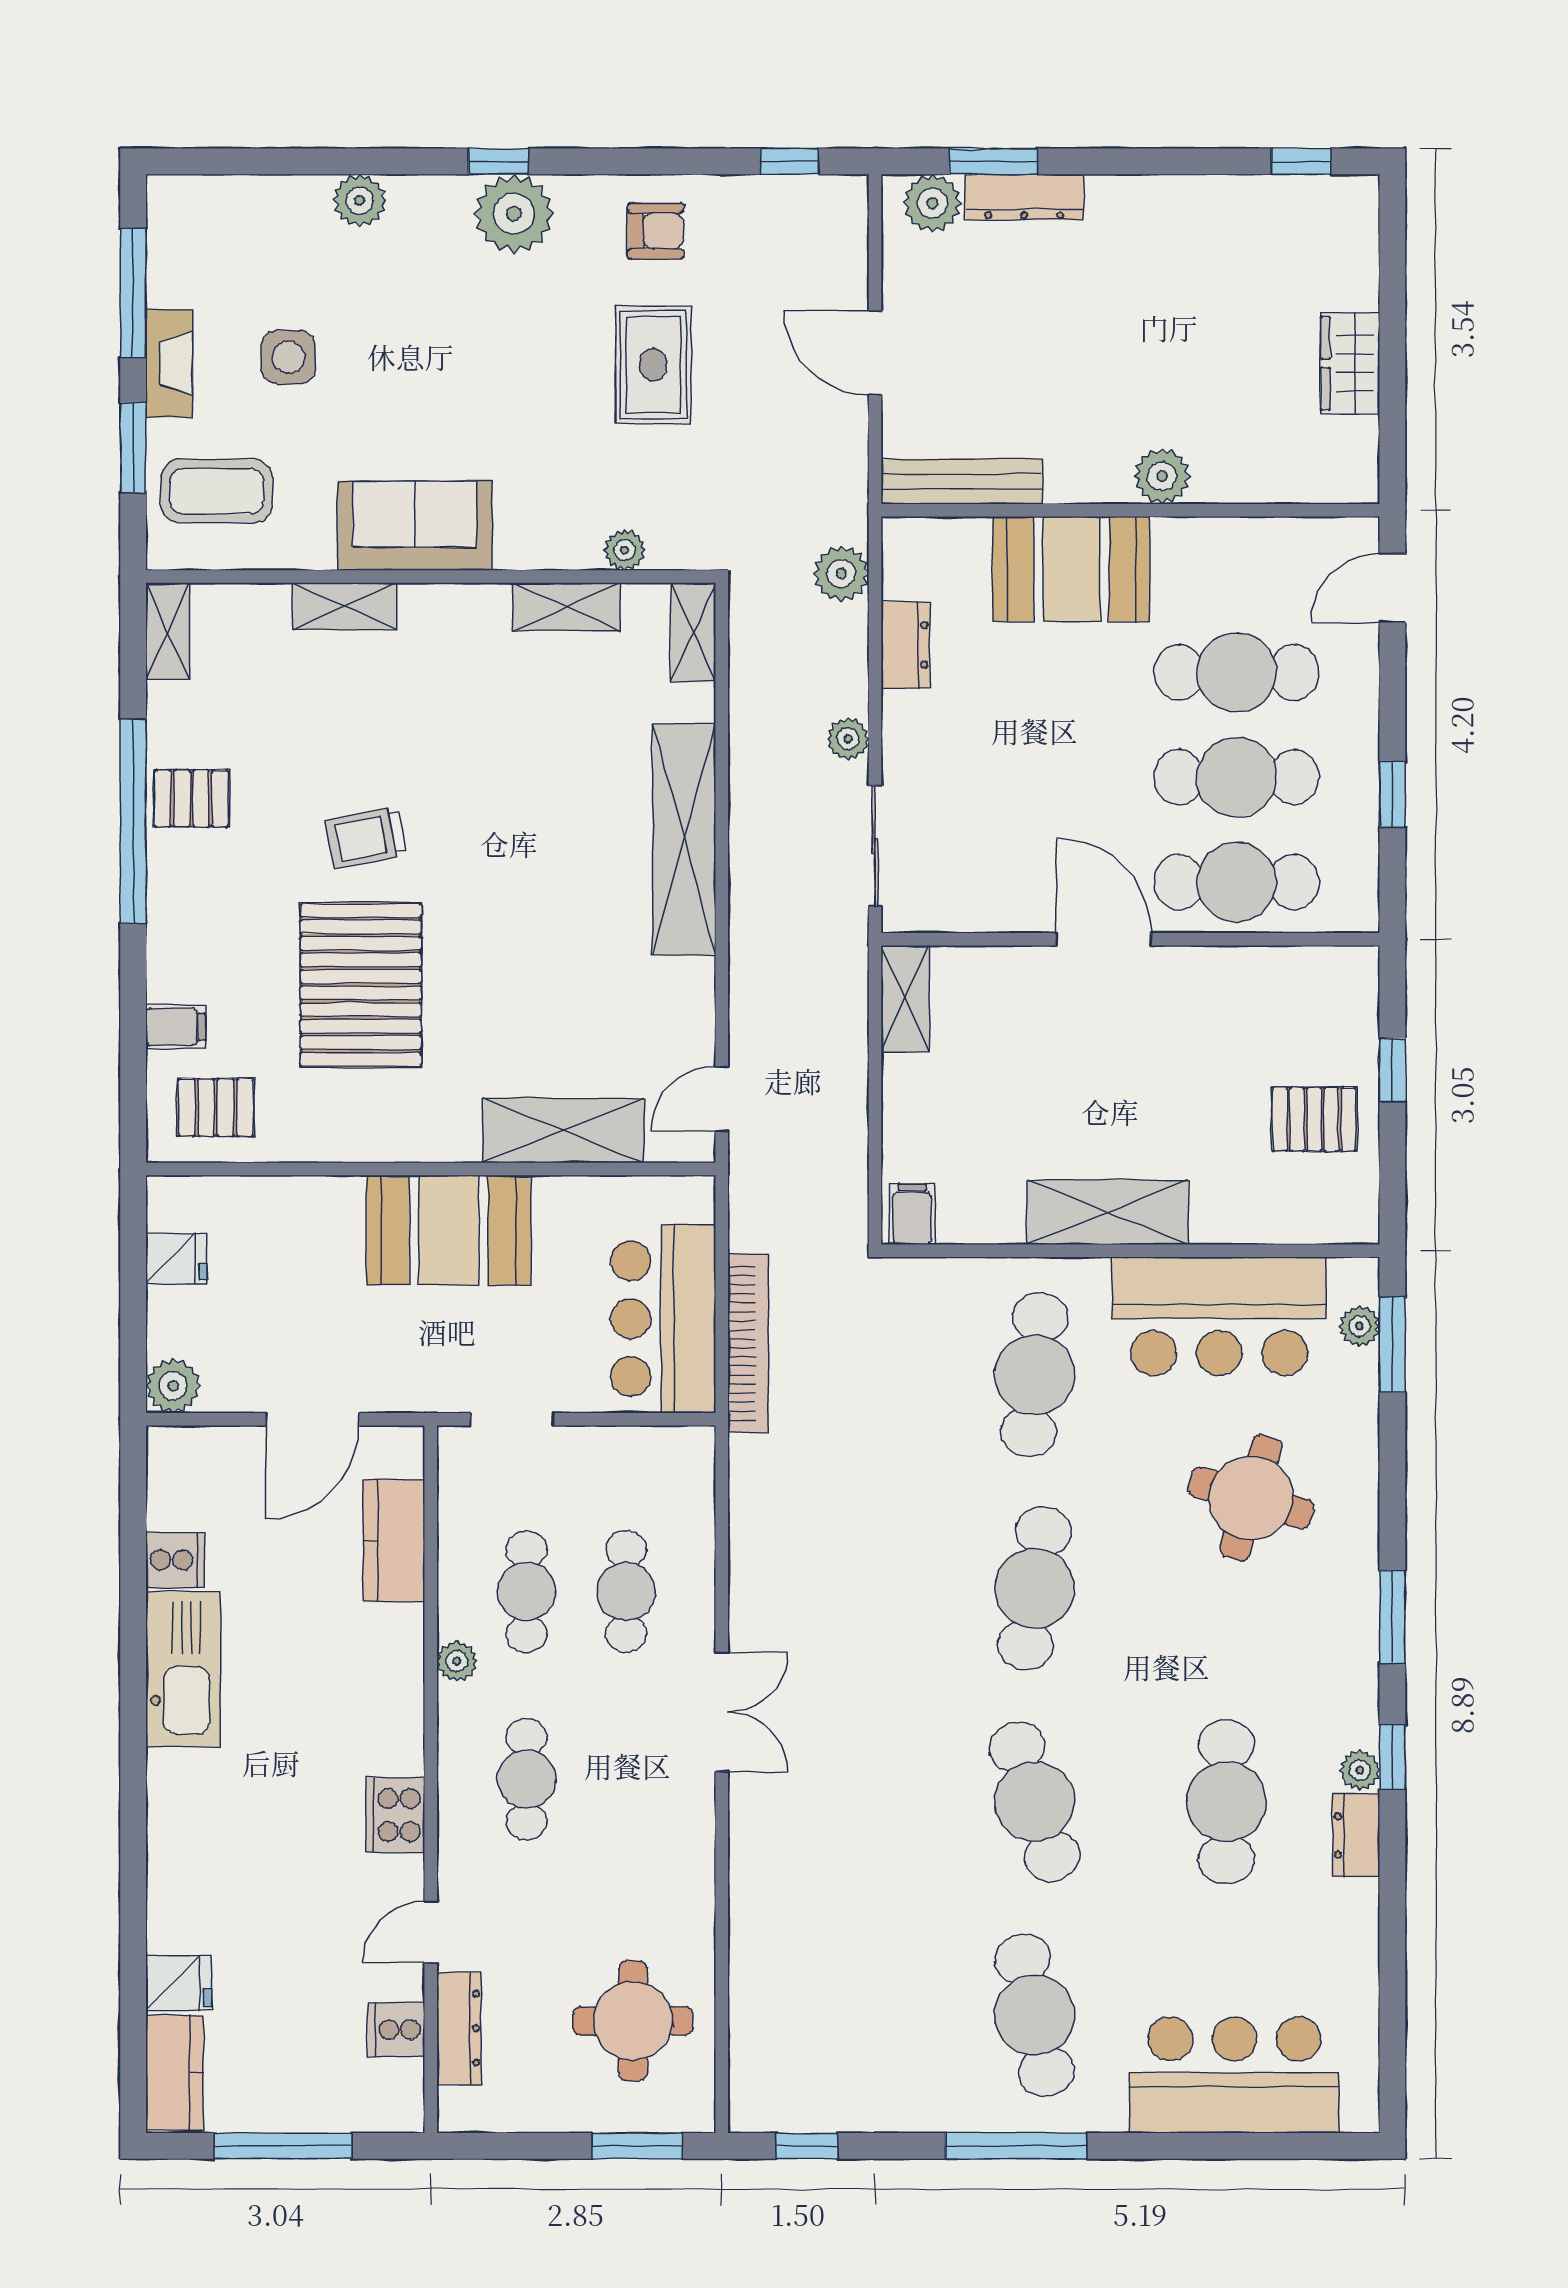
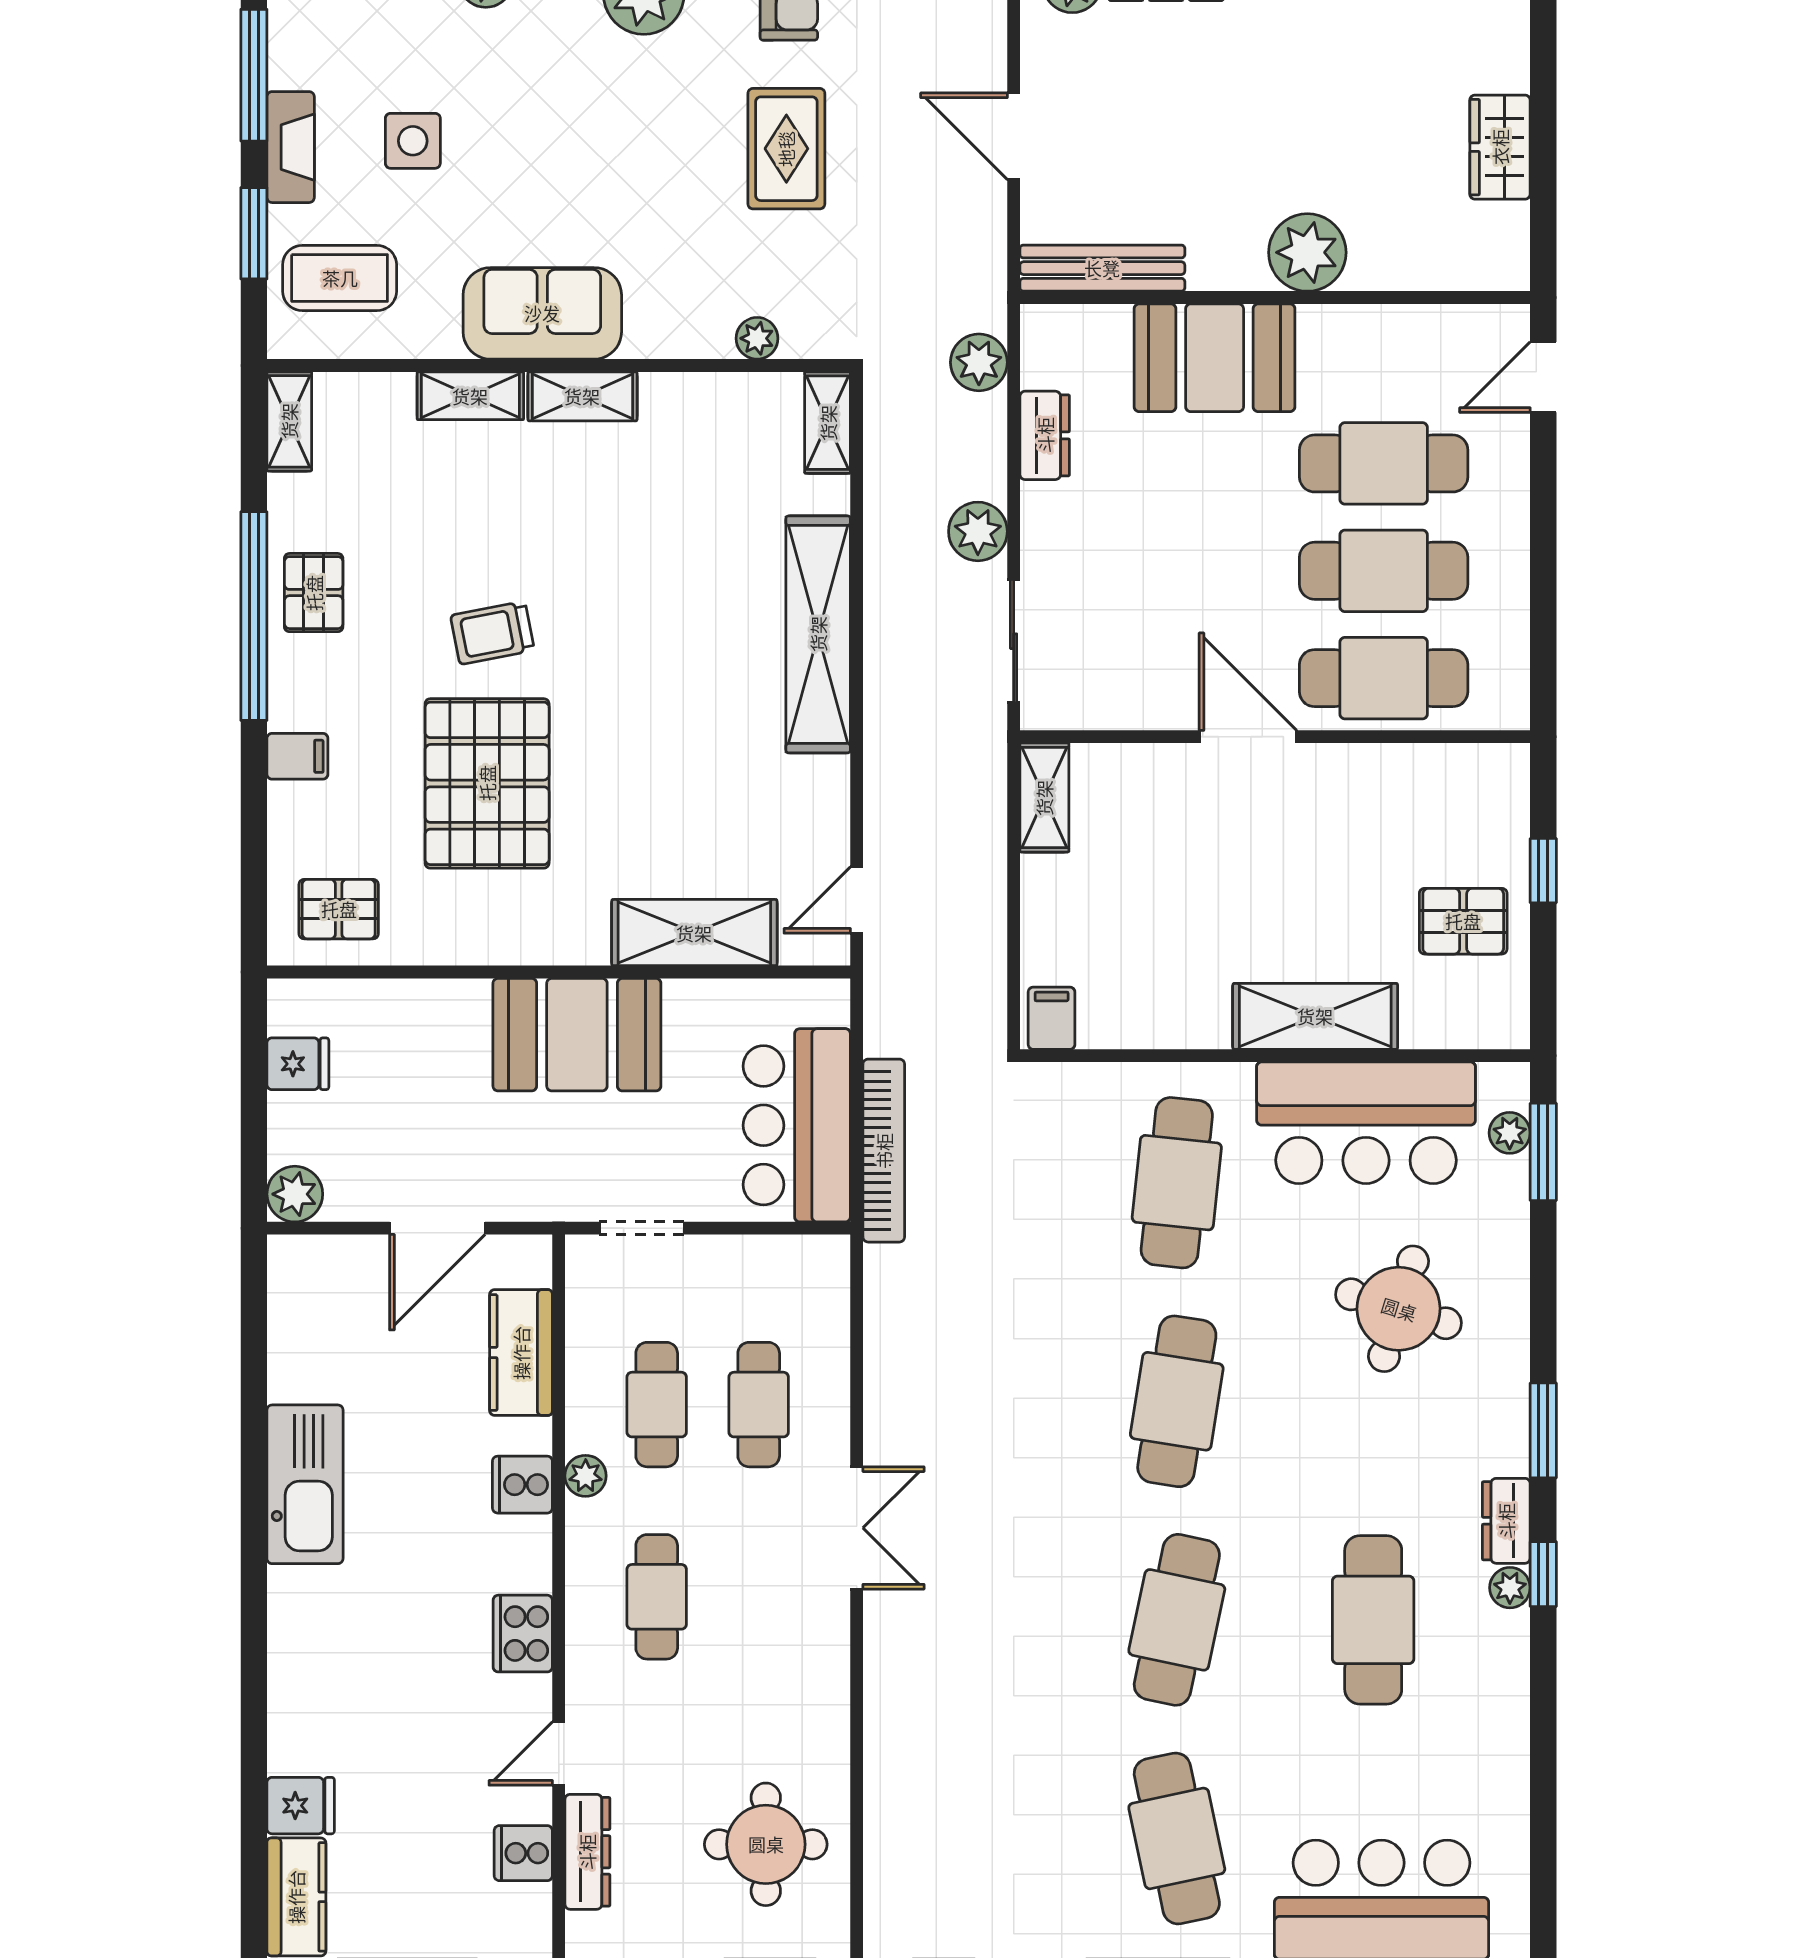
plant: (1162, 476) -> (1307, 252), width x1.36, depth x1.36
shelving: (567, 607) -> (582, 396), moved
plant: (848, 739) -> (978, 531), width x1.38, depth x1.38
window: (1392, 794) -> (1543, 588), removed
pallet: (191, 798) -> (314, 593), turned 90
filing cabinet: (176, 1027) -> (297, 756), moved
shelving: (1108, 1212) -> (1315, 1016), moved
cooker: (175, 1560) -> (522, 1485), moved, turned 180
cafe table: (1034, 1802) -> (1177, 1620), turned 30
dresser: (1356, 1836) -> (1506, 1521), moved

